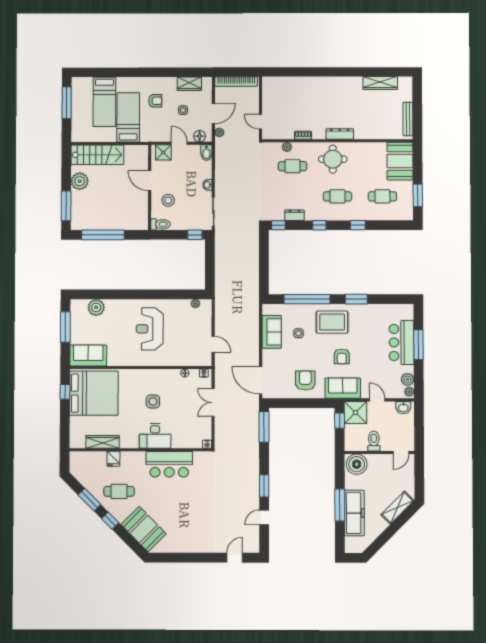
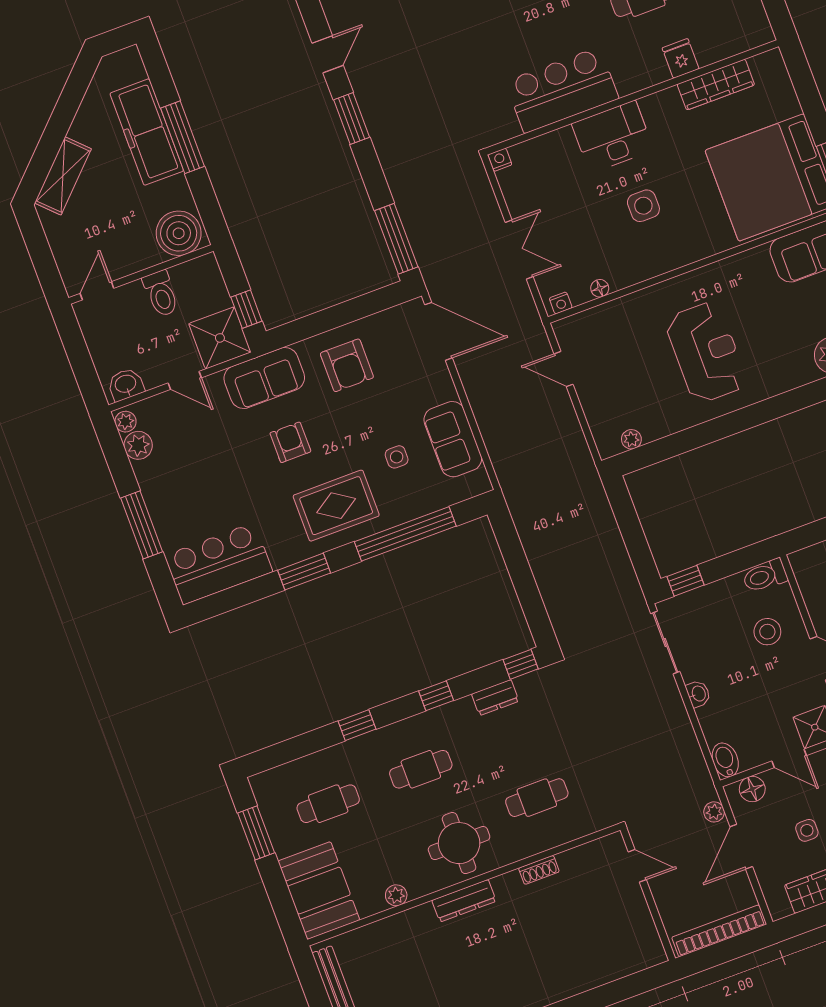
plant: (287, 147) -> (396, 895), moved
bar counter: (402, 342) -> (219, 564), moved, turned -90

